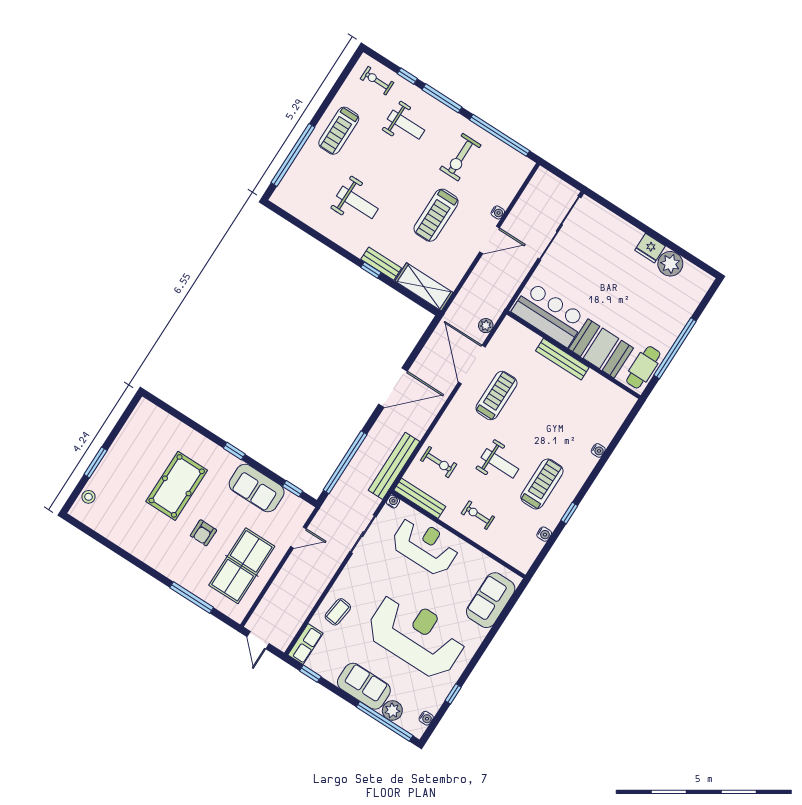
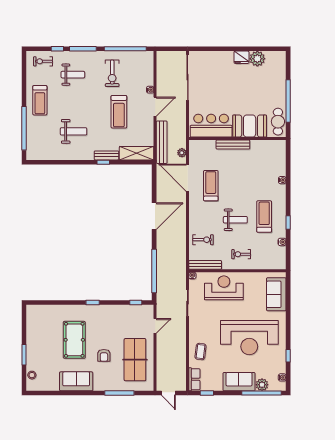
bench: (394, 466) -> (162, 142), moved
sofa: (257, 488) -> (76, 381), moved, turned 180
reception desk: (416, 635) -> (249, 338), turned 180

